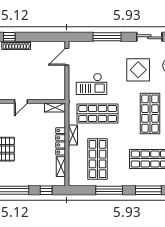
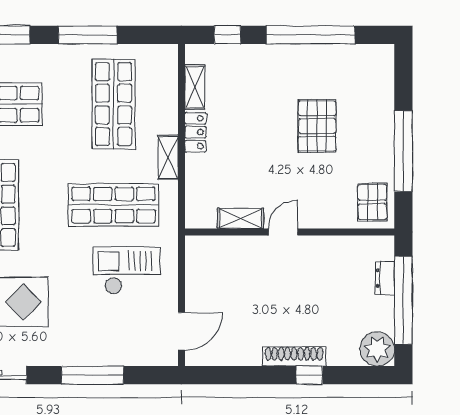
shelving: (55, 108) -> (241, 218), moved
locker: (61, 141) -> (195, 132), width x0.66

